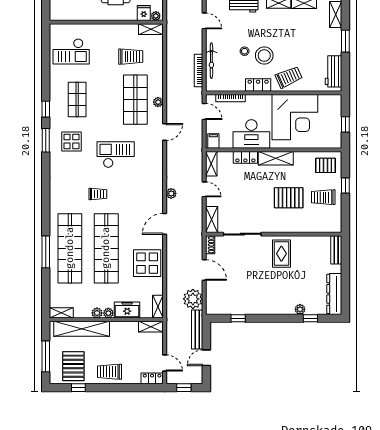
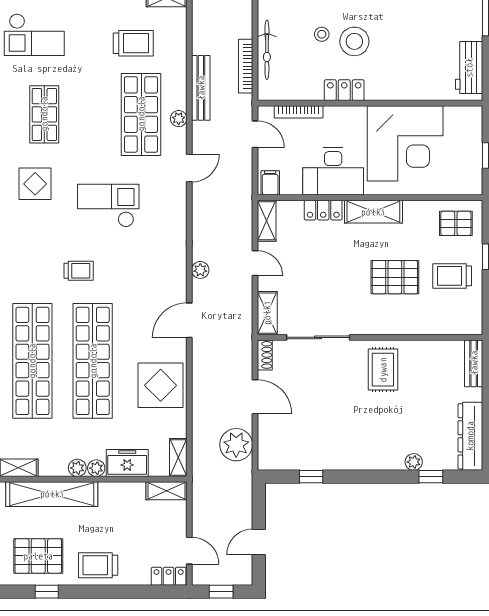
trolley: (289, 77) -> (395, 77), removed
bench: (197, 329) -> (201, 88), moved
pallet: (73, 366) -> (38, 556), turned 90

